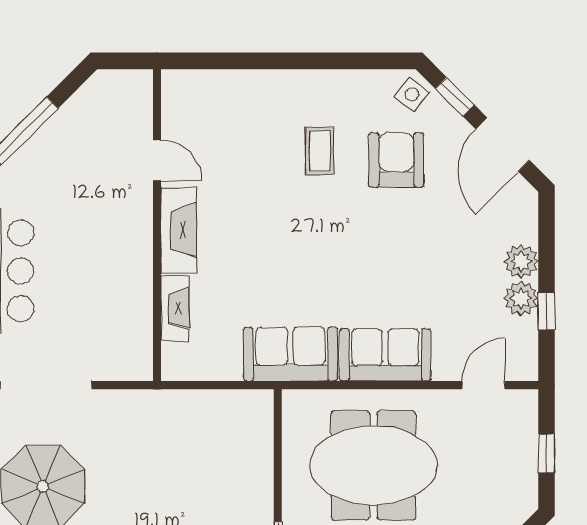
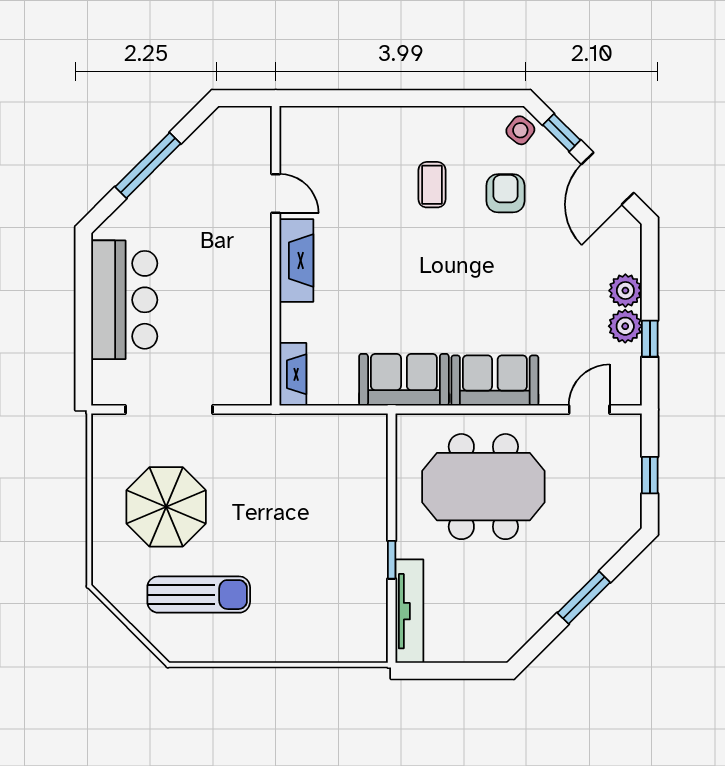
armchair: (396, 160) -> (505, 193), width x0.72, depth x0.72
fireplace: (175, 308) -> (293, 374), moved

